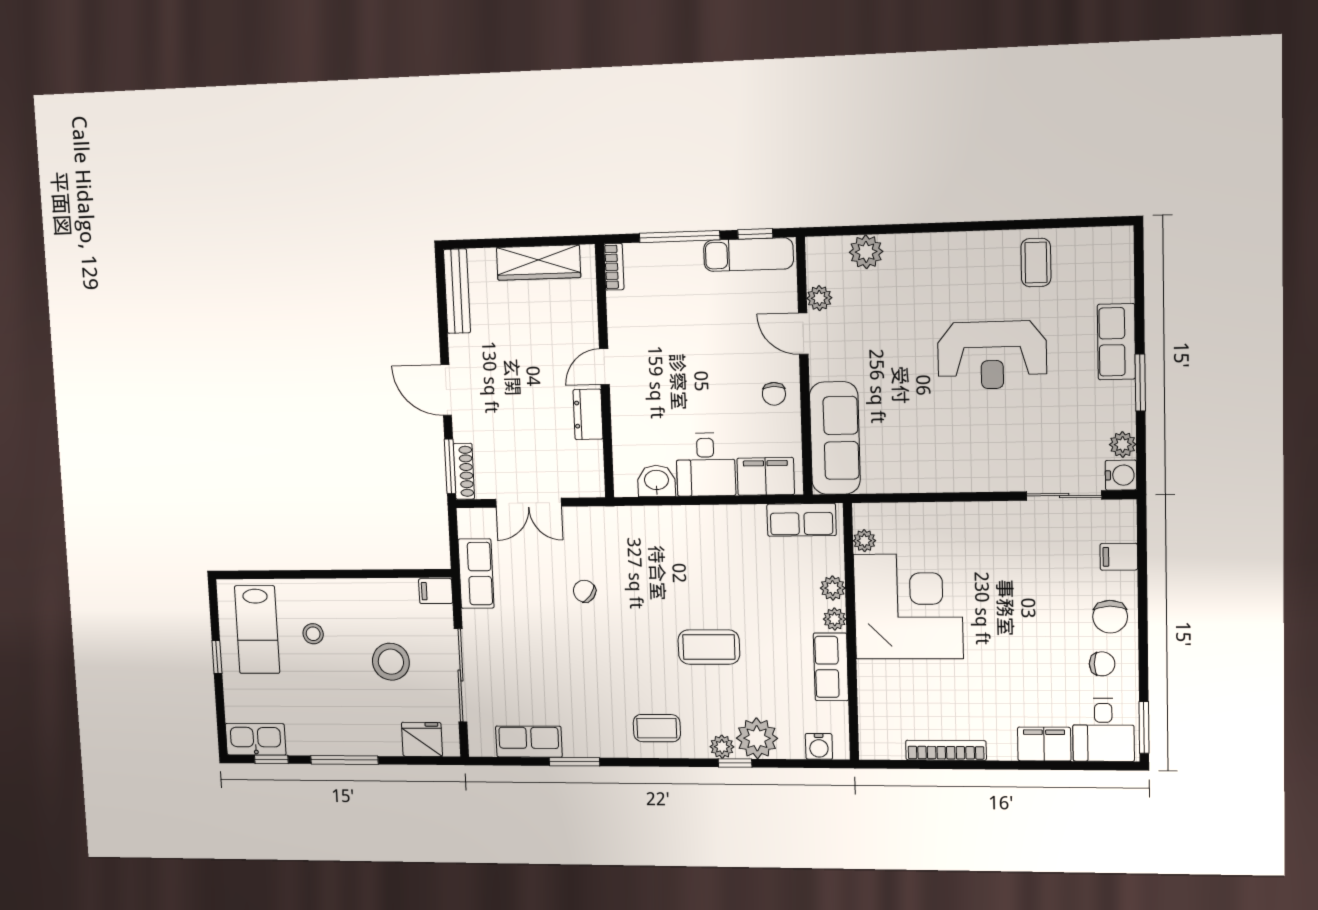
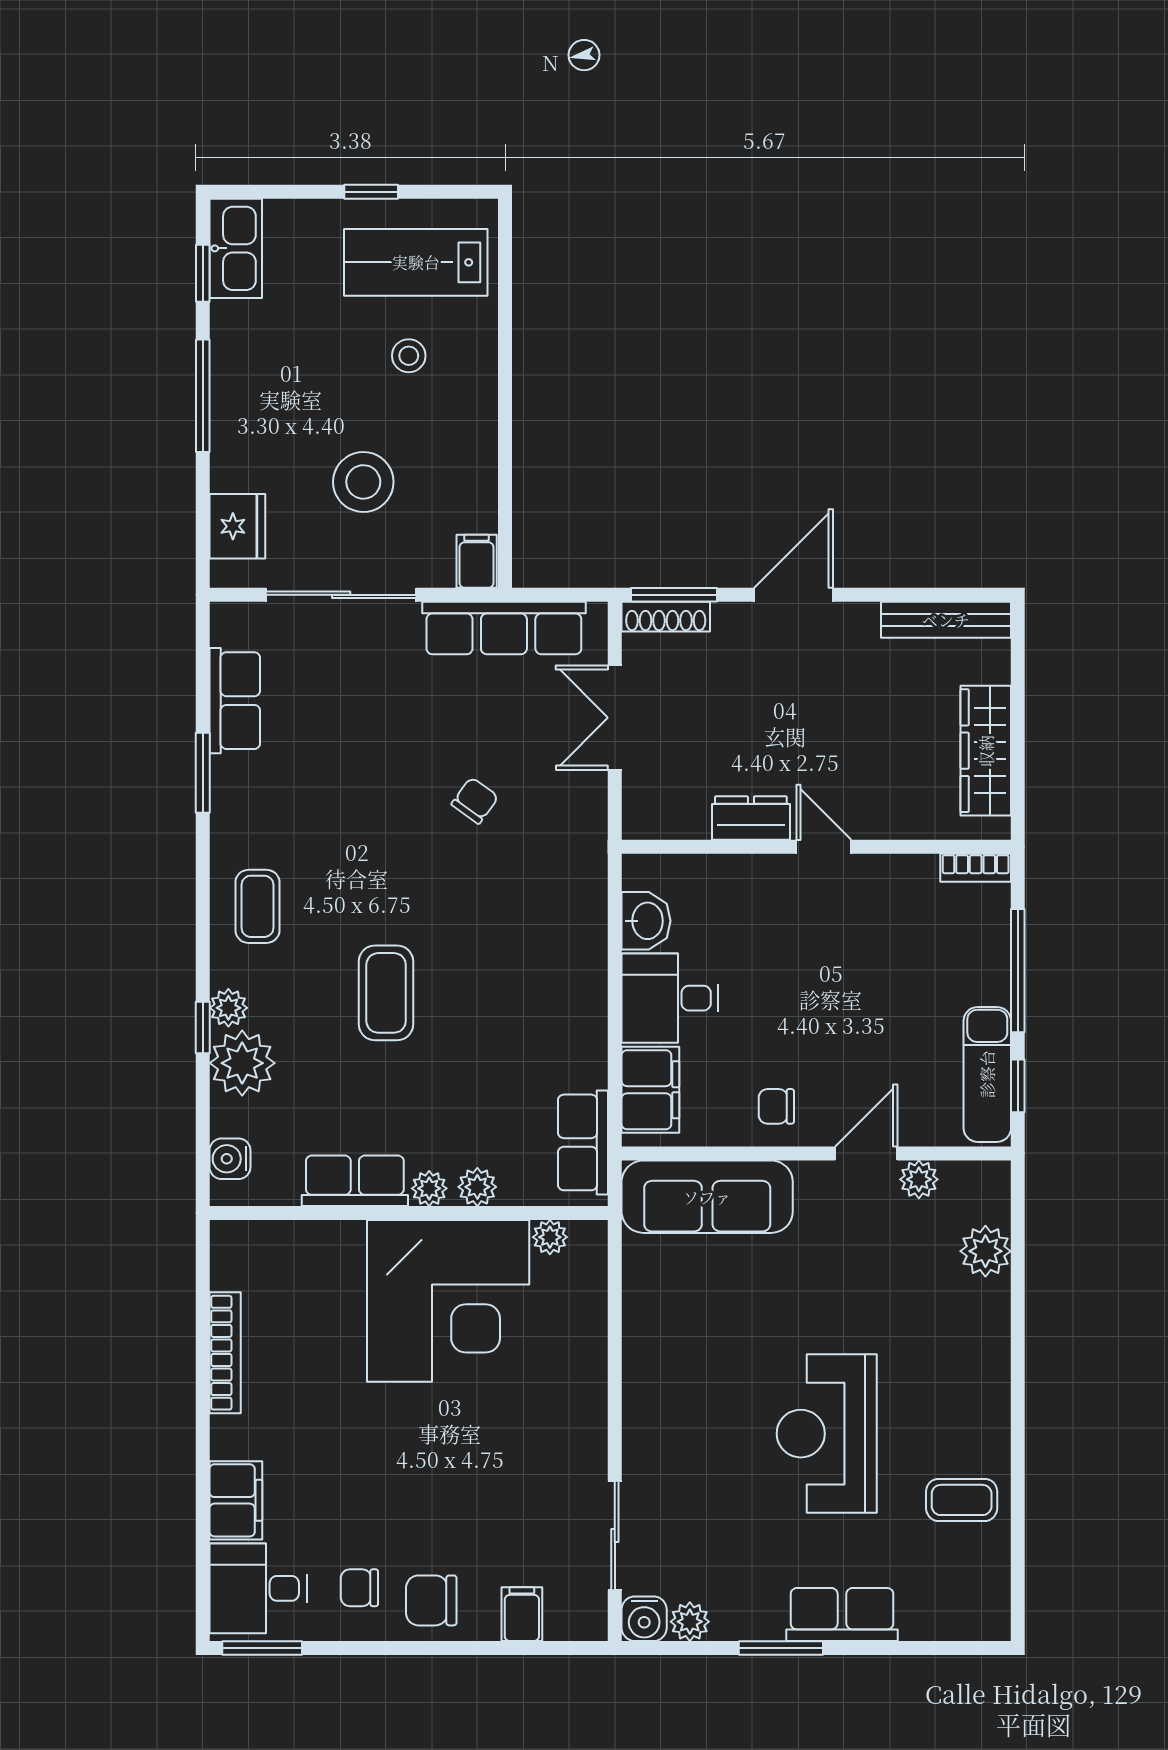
row of seats: (476, 574) -> (504, 628), width x1.48
chair: (1102, 664) -> (359, 1588), turned 90

